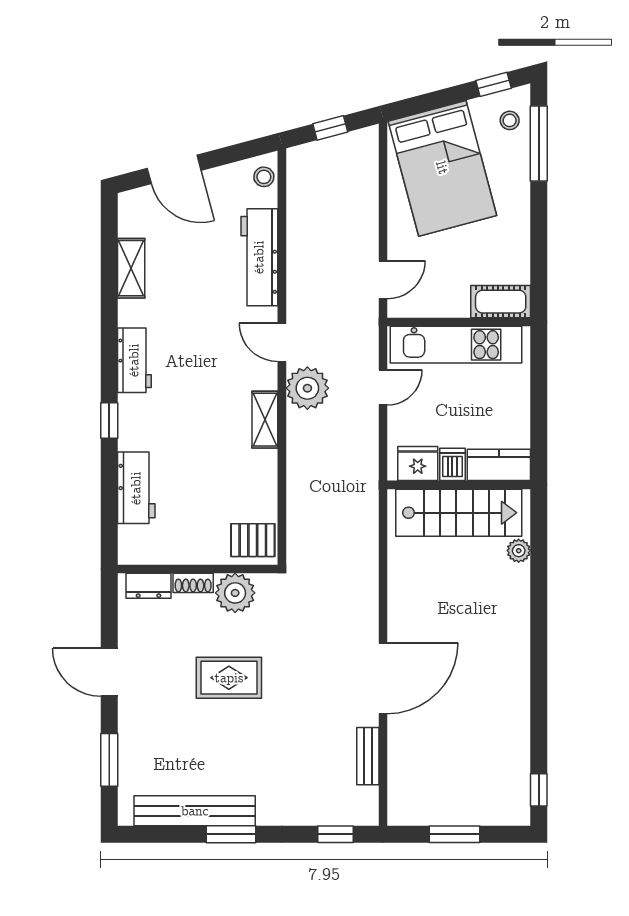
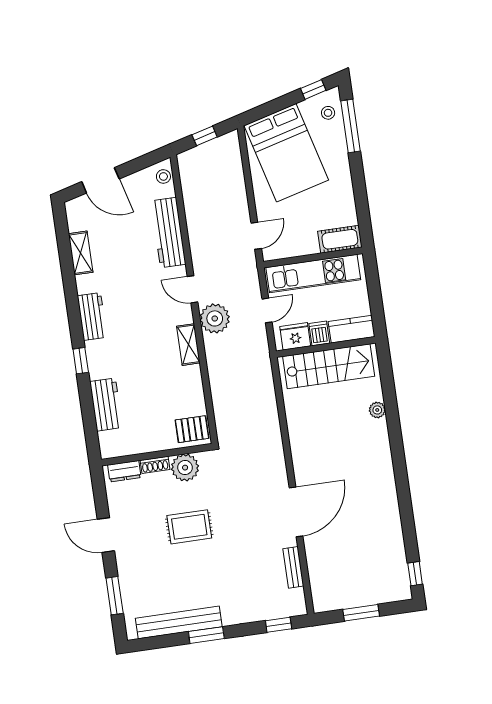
fridge: (418, 463) -> (295, 336), moved
dishwasher: (452, 464) -> (319, 333), moved
kitchen counter: (499, 465) -> (352, 329), moved
wall: (459, 485) -> (326, 347), moved
stairs: (459, 513) -> (329, 366), moved

